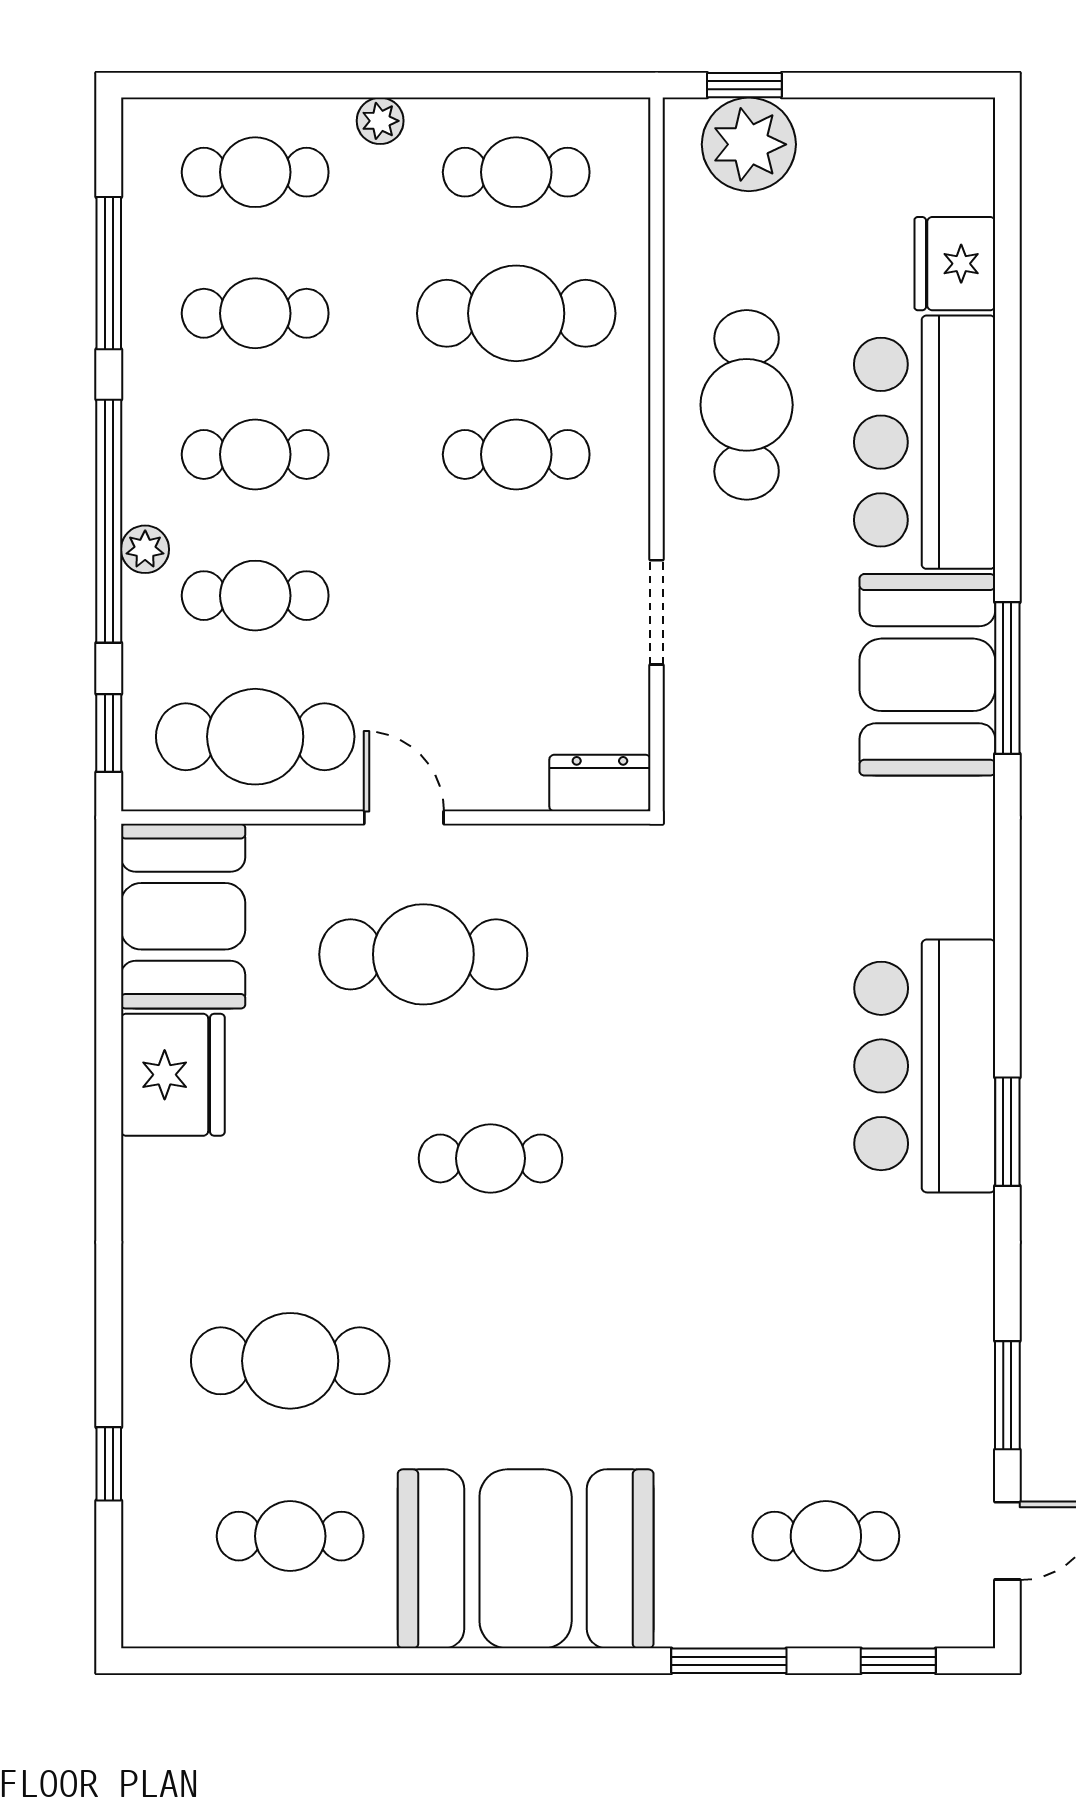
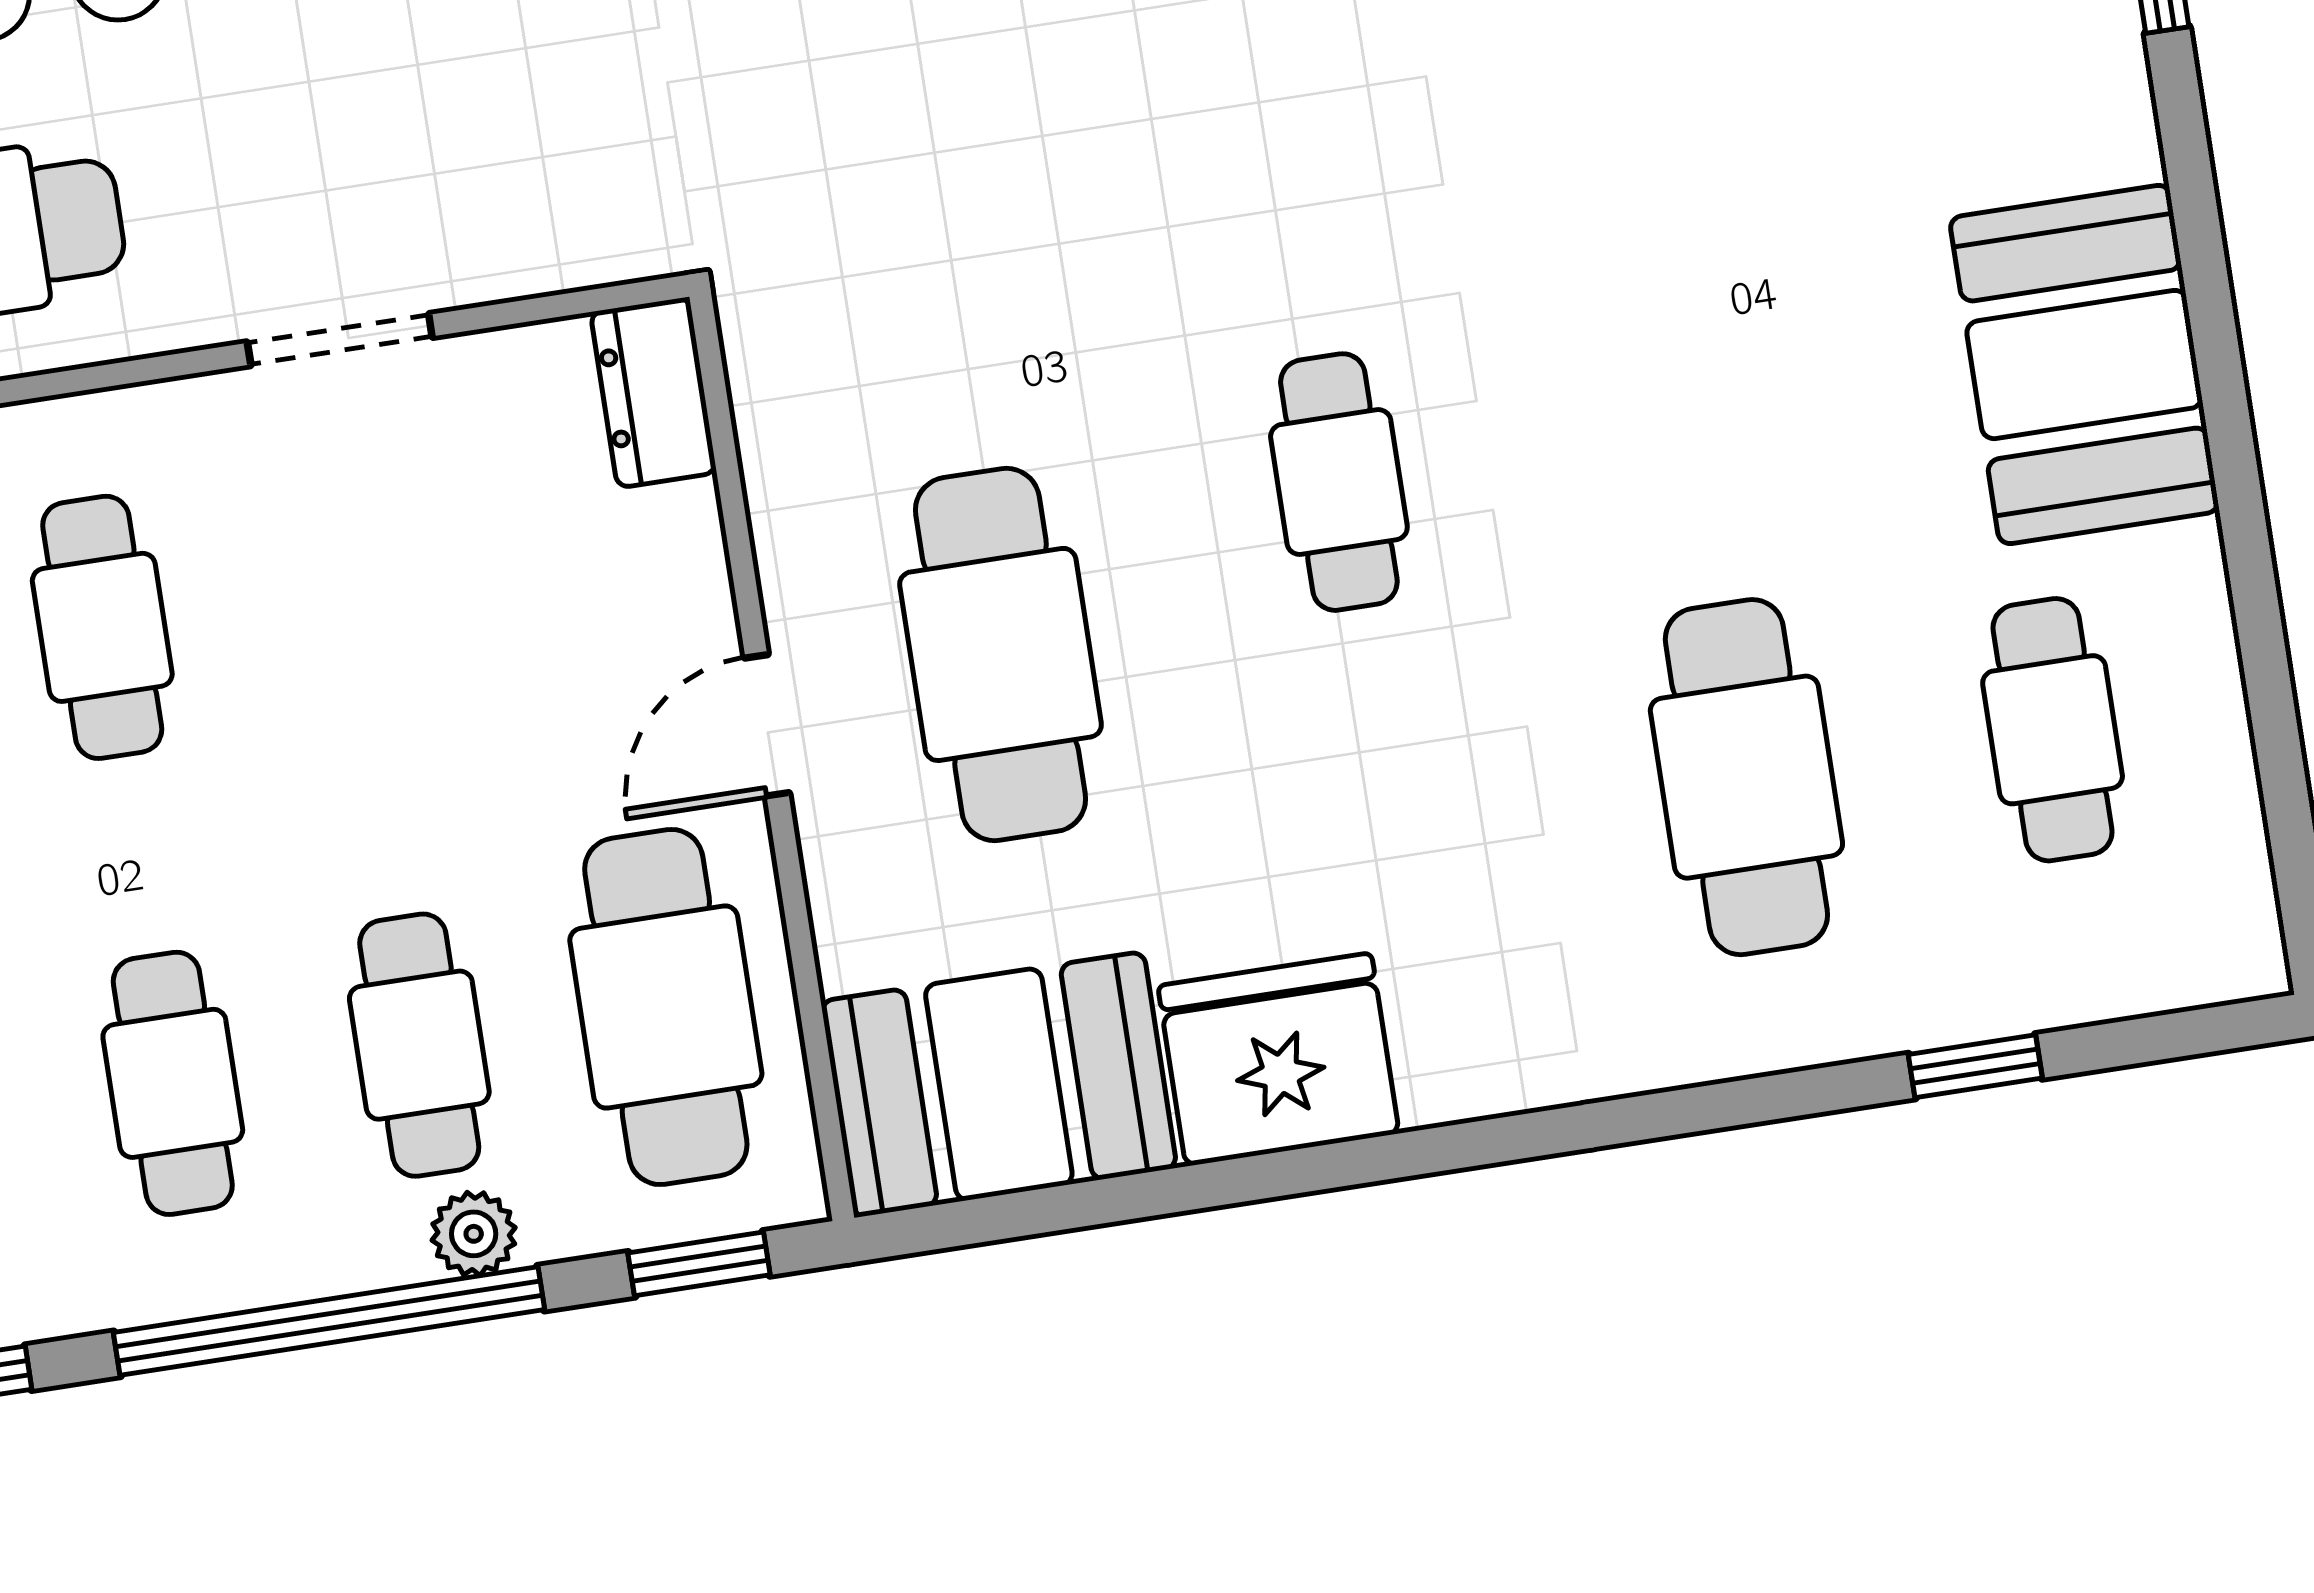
plant: (145, 549) -> (474, 1234), moved
booth: (526, 1559) -> (2084, 365), width x0.73, depth x0.70

